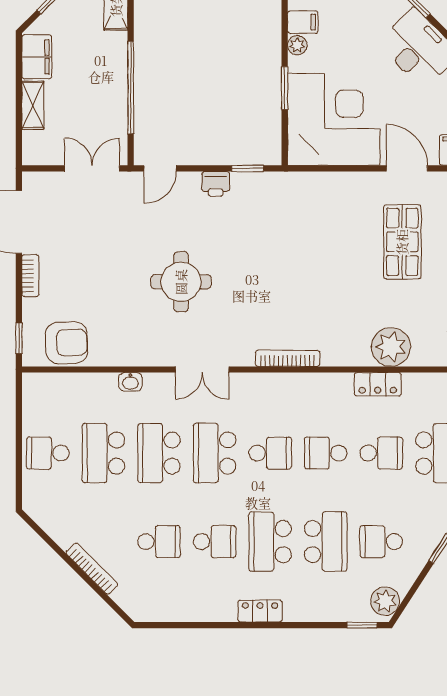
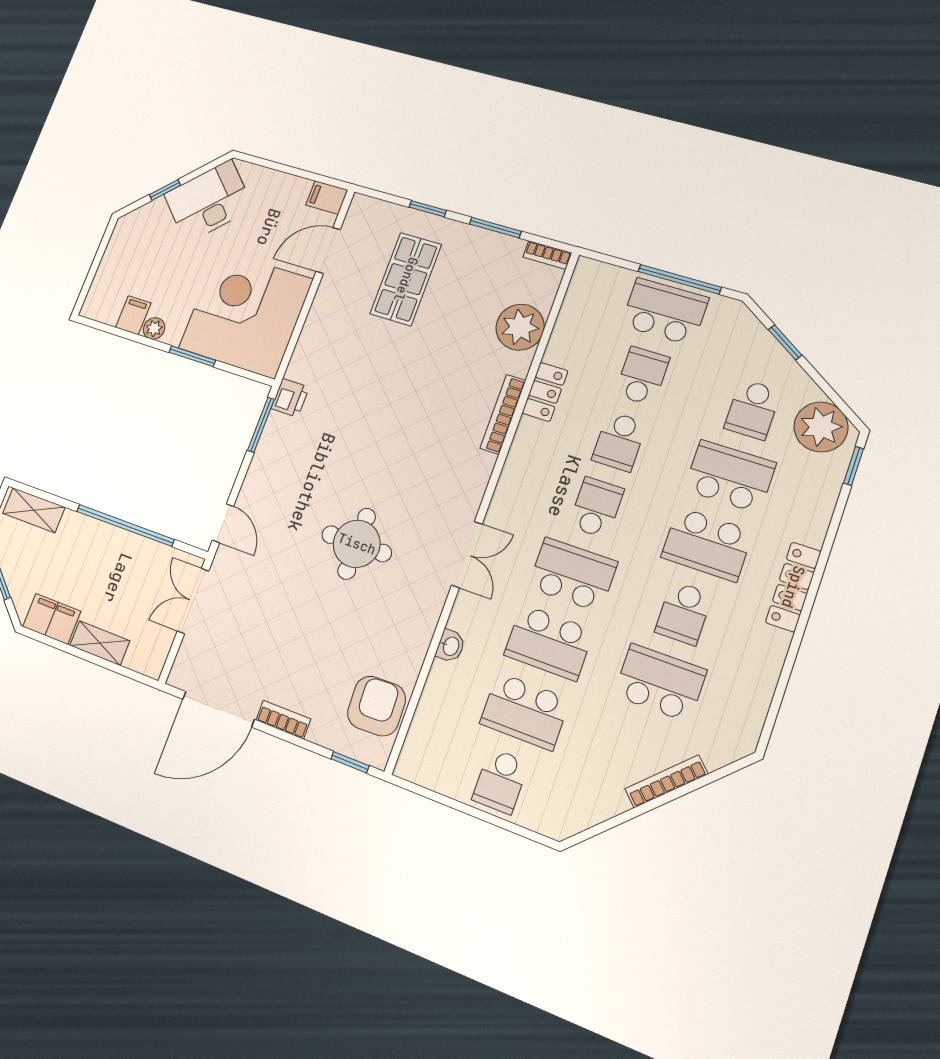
window: (248, 168) -> (261, 425), width x1.50
printer: (216, 184) -> (290, 398), moved
shop shelf: (402, 242) -> (406, 279), turned 90
bookcase: (288, 358) -> (503, 414), moved
locker: (378, 384) -> (545, 392), moved
school desk: (215, 453) -> (573, 575), turned 180
school desk: (159, 542) -> (660, 683), width x1.85
school desk: (215, 542) -> (684, 613), turned 180
plant: (385, 601) -> (821, 427), width x1.36, depth x1.36
locker: (260, 611) -> (793, 587), width x1.53

